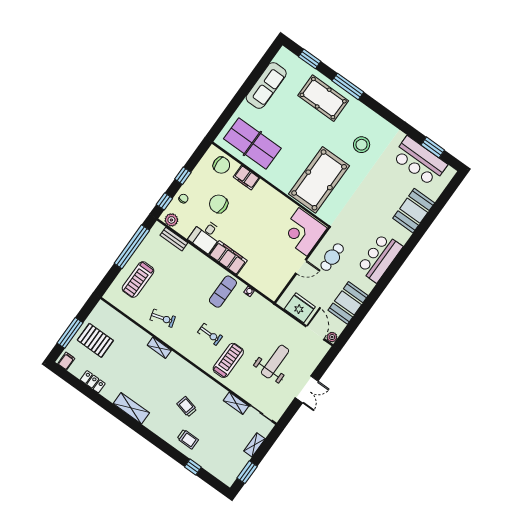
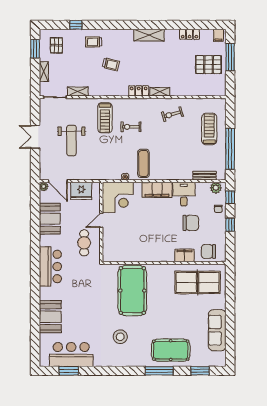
corner desk: (303, 232) -> (118, 197), moved, turned 90
locker: (179, 363) -> (139, 91), added
pallet: (225, 461) -> (56, 45), added

